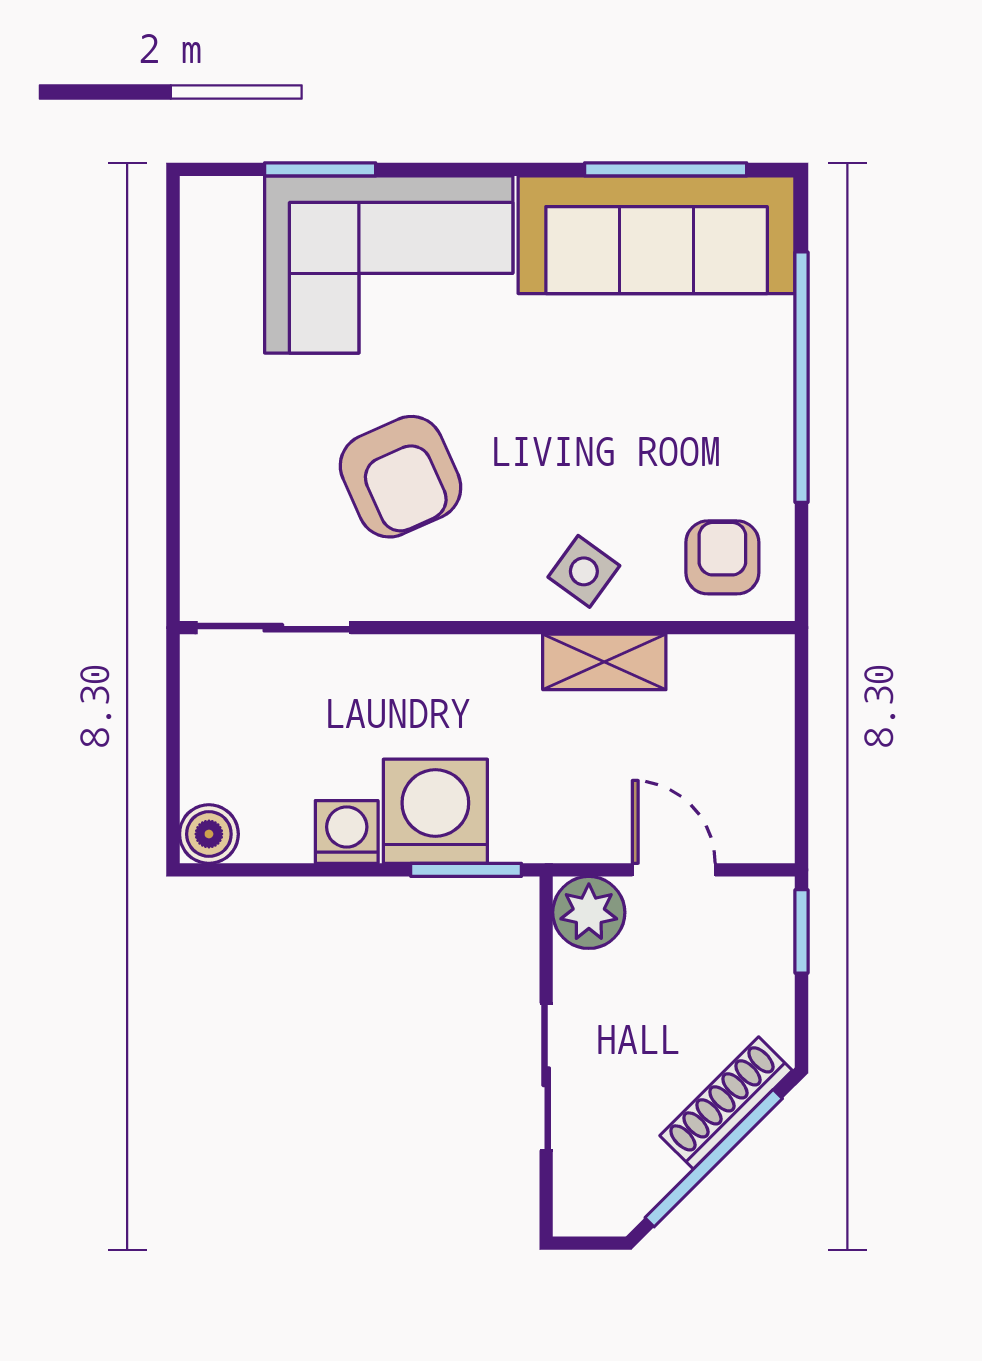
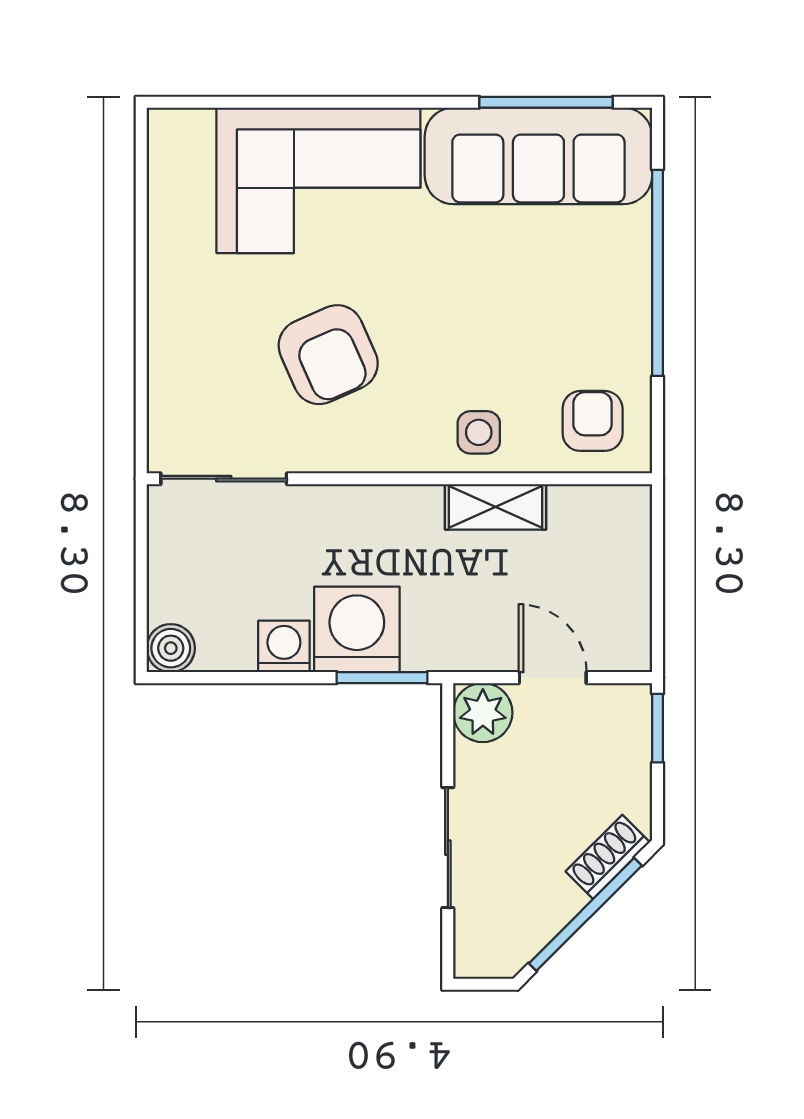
window: (320, 169) -> (262, 102), removed
side table: (584, 571) -> (479, 432), turned -36
shoe rack: (726, 1103) -> (608, 857), width x0.70

